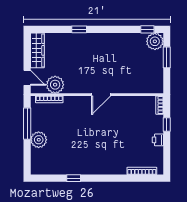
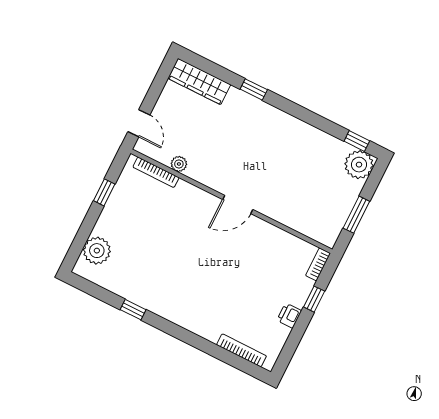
wardrobe: (37, 50) -> (199, 81), moved, turned 90
window: (167, 57) -> (356, 215), moved
plant: (55, 85) -> (179, 164), width x0.53, depth x0.53
window: (27, 124) -> (104, 192), width x0.46
plant: (39, 140) -> (97, 251), moved

